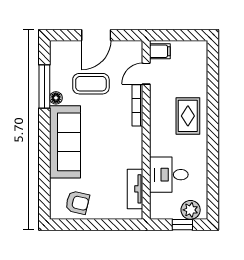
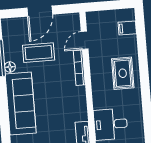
filing cabinet: (160, 51) -> (127, 28), moved, turned 180

